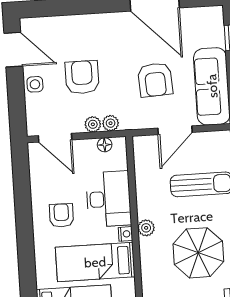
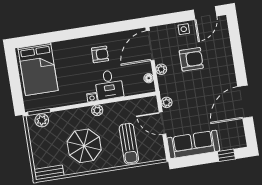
armchair: (155, 80) -> (194, 107), removed
plant: (111, 123) -> (167, 102), moved
door: (55, 138) -> (150, 45), width x1.36
desk: (108, 199) -> (109, 85), width x0.73
bed: (95, 262) -> (72, 79), removed

